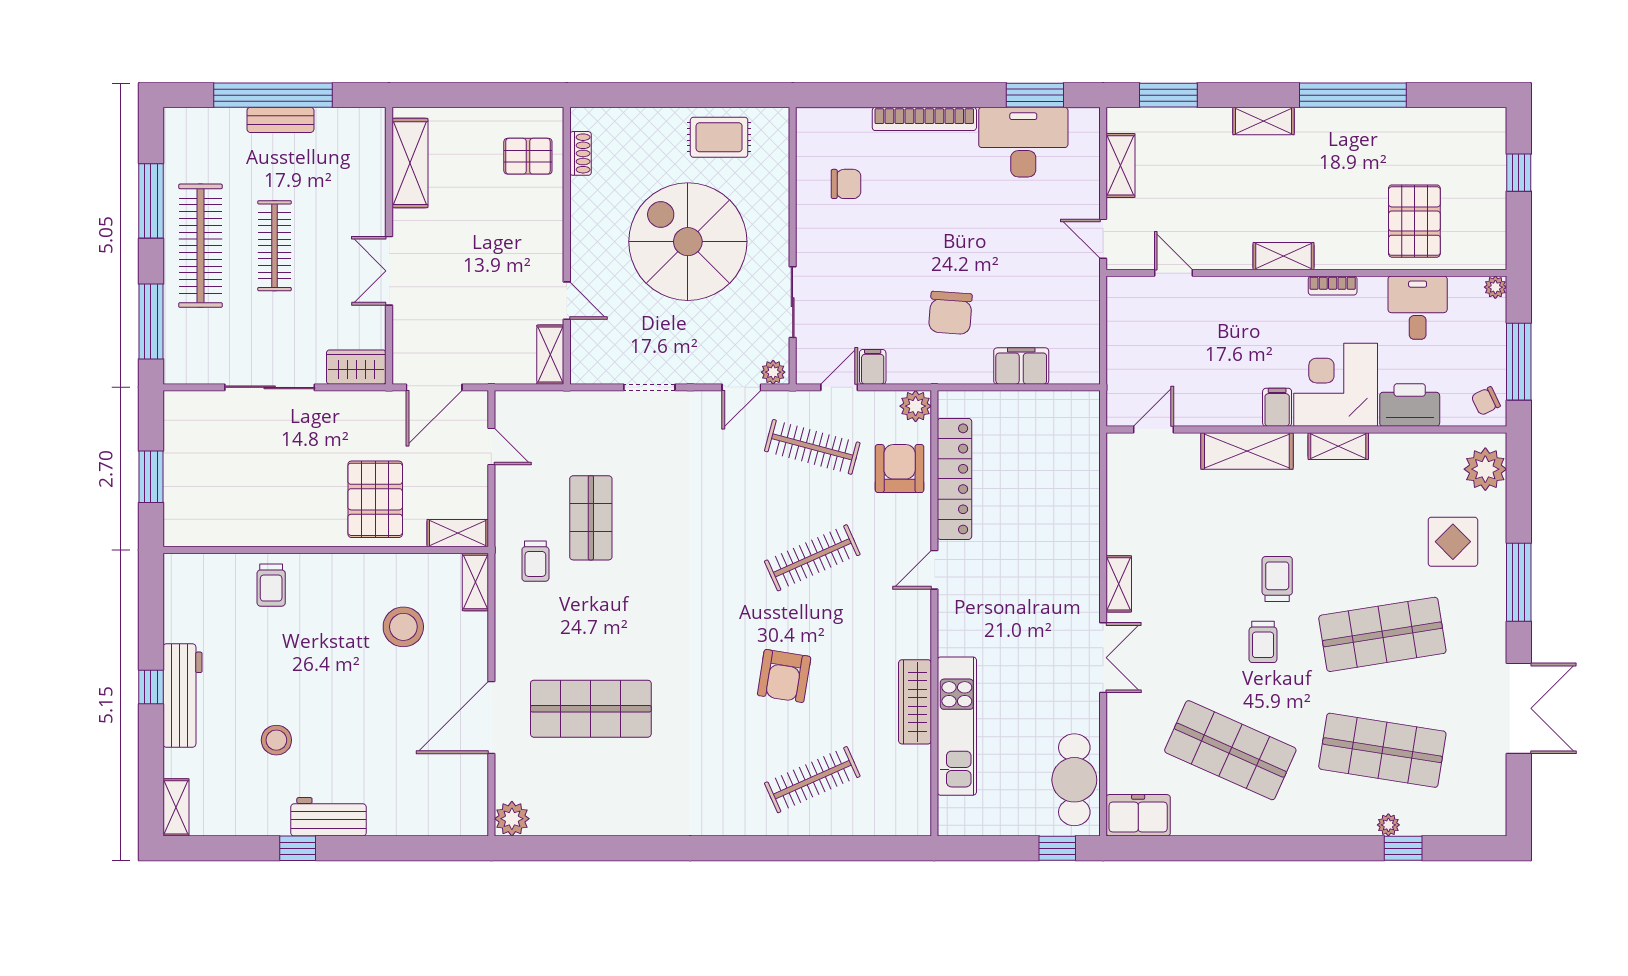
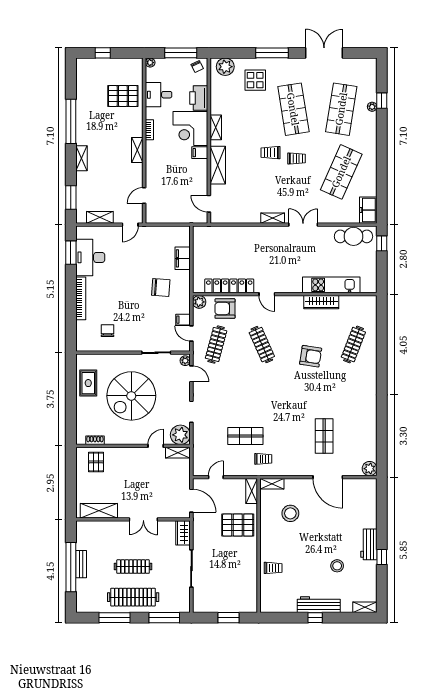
plant: (594, 360) -> (180, 435), added
shop shelf: (591, 709) -> (324, 436), width x0.70, depth x0.74
clothes rail: (812, 780) -> (353, 345), turned 45

